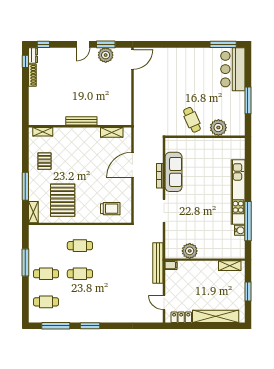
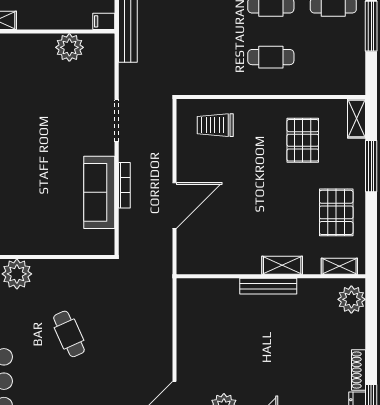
plant: (36, 114) -> (351, 299), added
cafe table: (192, 120) -> (69, 334), moved
shelving: (112, 132) -> (282, 265), moved
pallet: (44, 161) -> (336, 212), width x1.50, depth x1.42
pallet: (63, 200) -> (303, 140), width x0.73, depth x0.71

